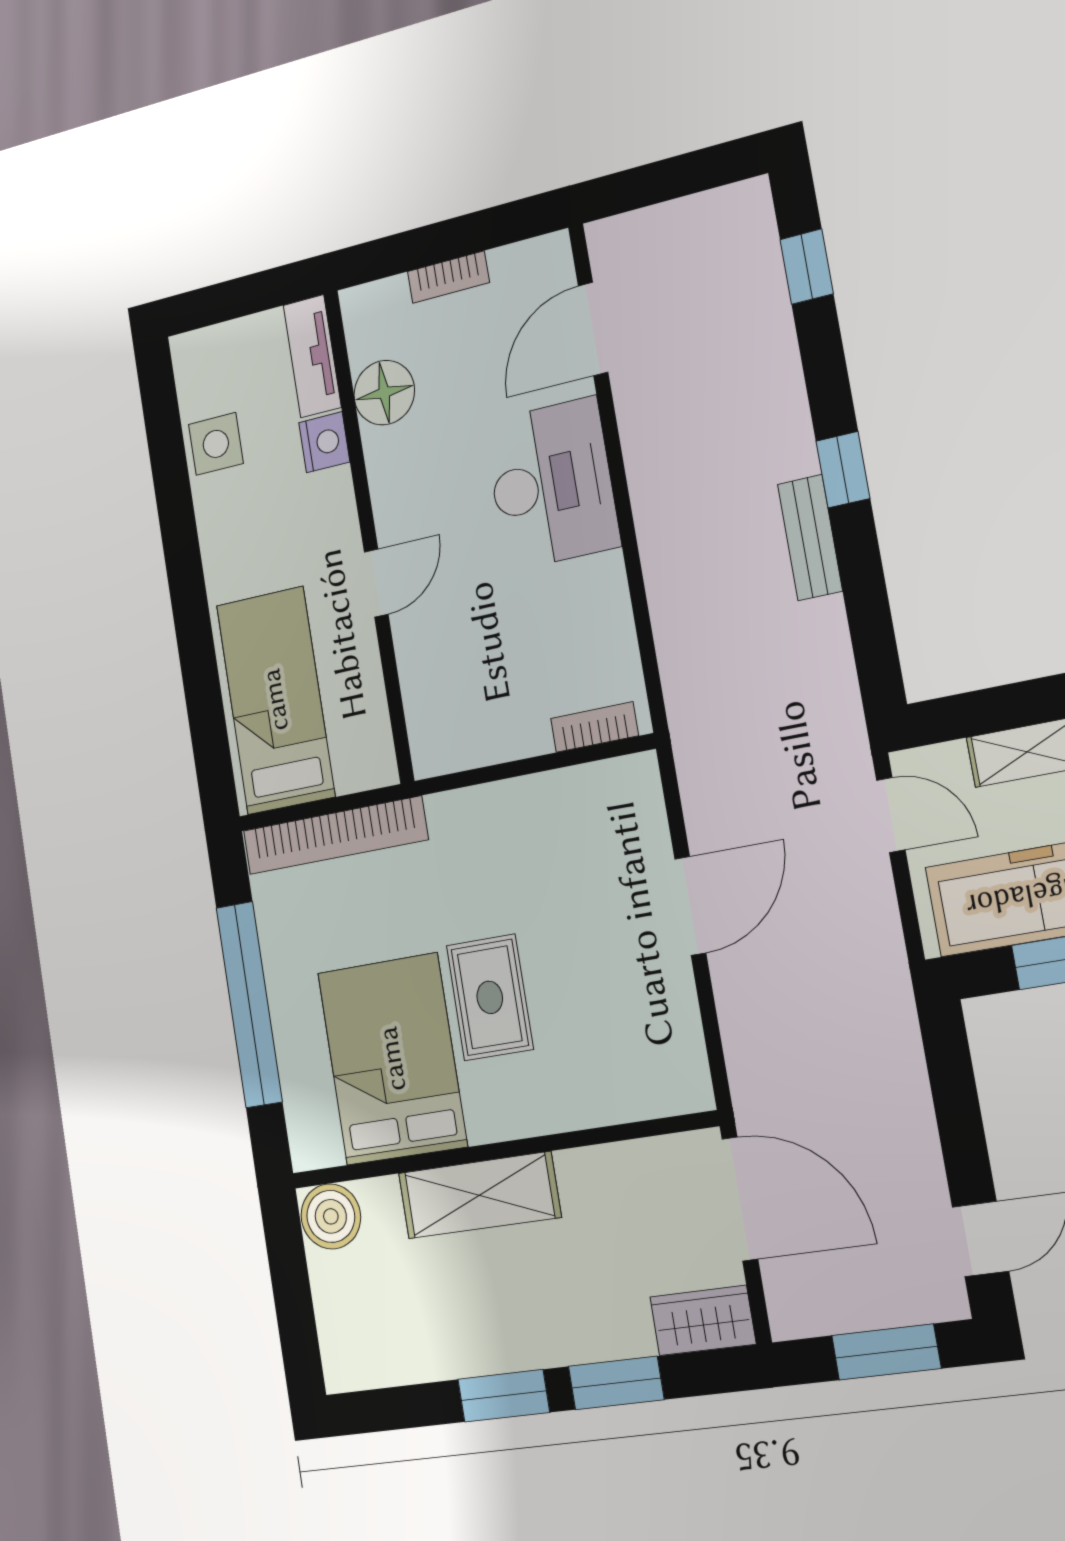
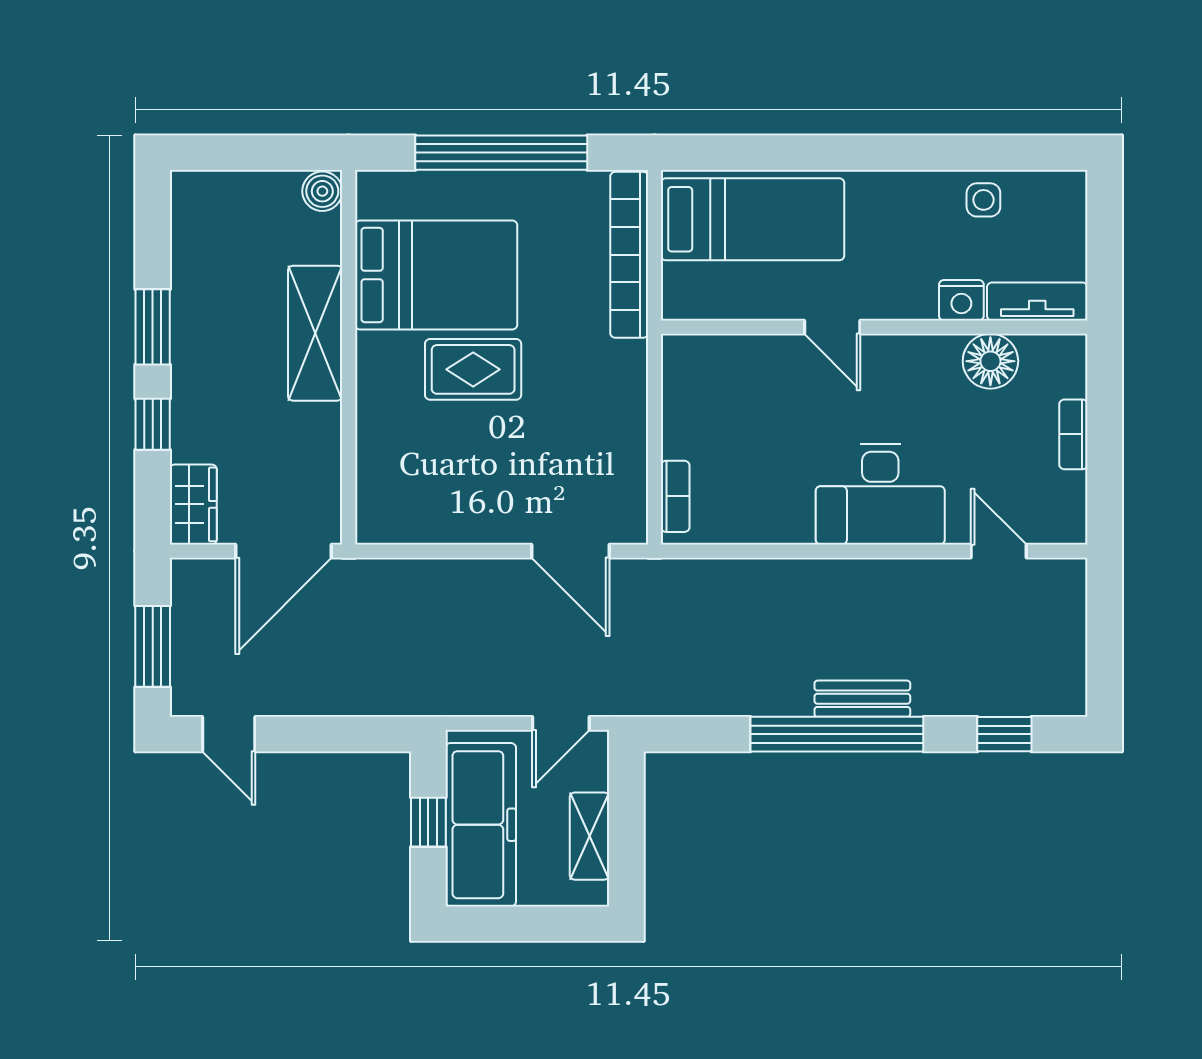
door: (593, 329) -> (999, 551), width x0.73
side table: (216, 444) -> (983, 200), width x0.73, depth x0.73
window: (843, 470) -> (837, 734), width x3.17
bench: (810, 538) -> (862, 699), moved
door: (690, 906) -> (571, 551), moved
boiler: (331, 1216) -> (322, 191), width x0.73, depth x0.73
window: (616, 1383) -> (153, 424), width x0.67

